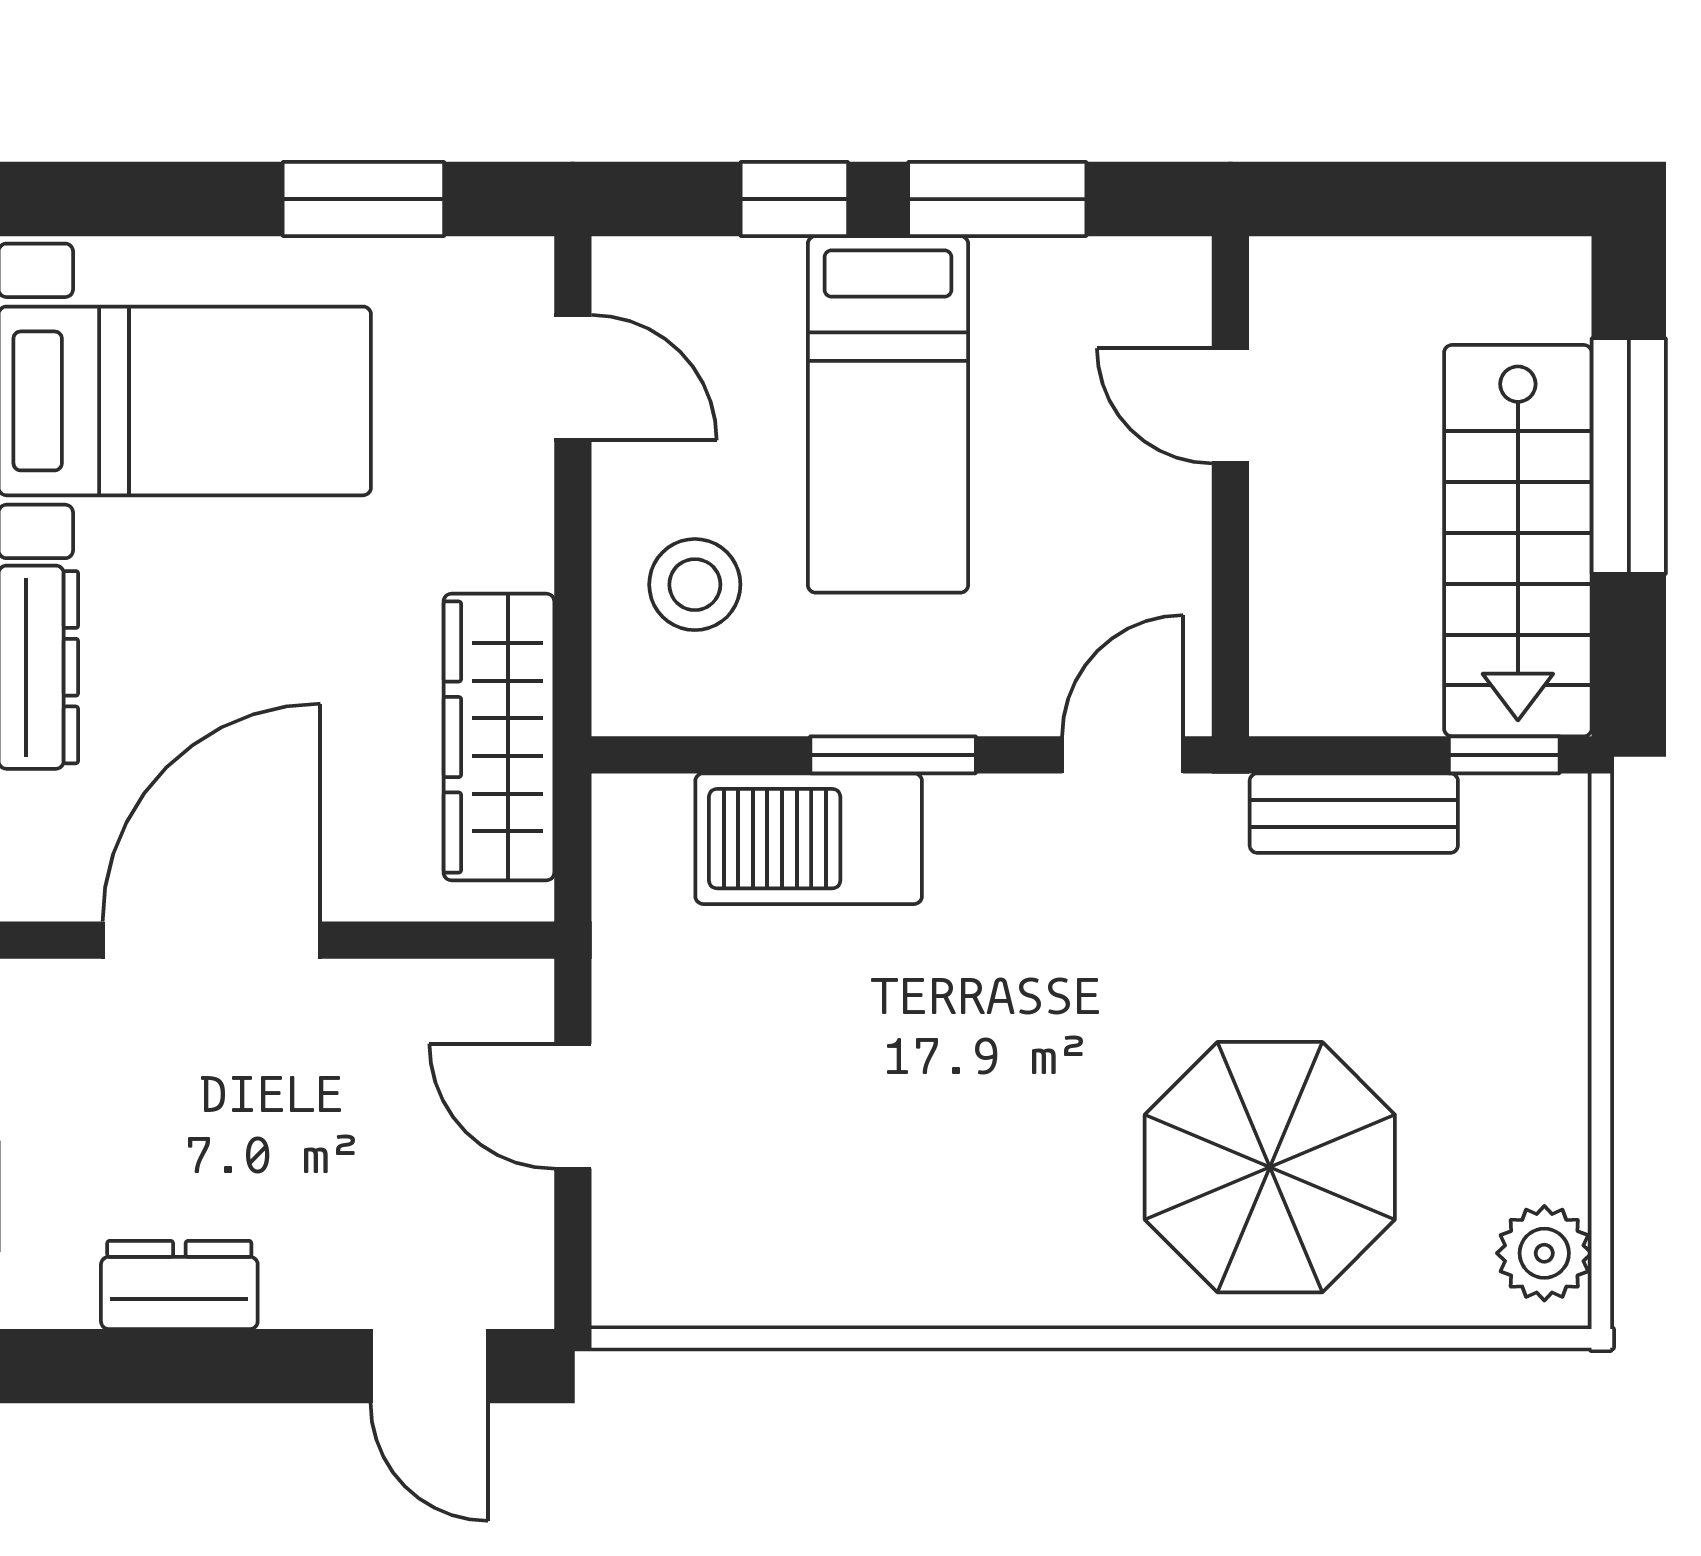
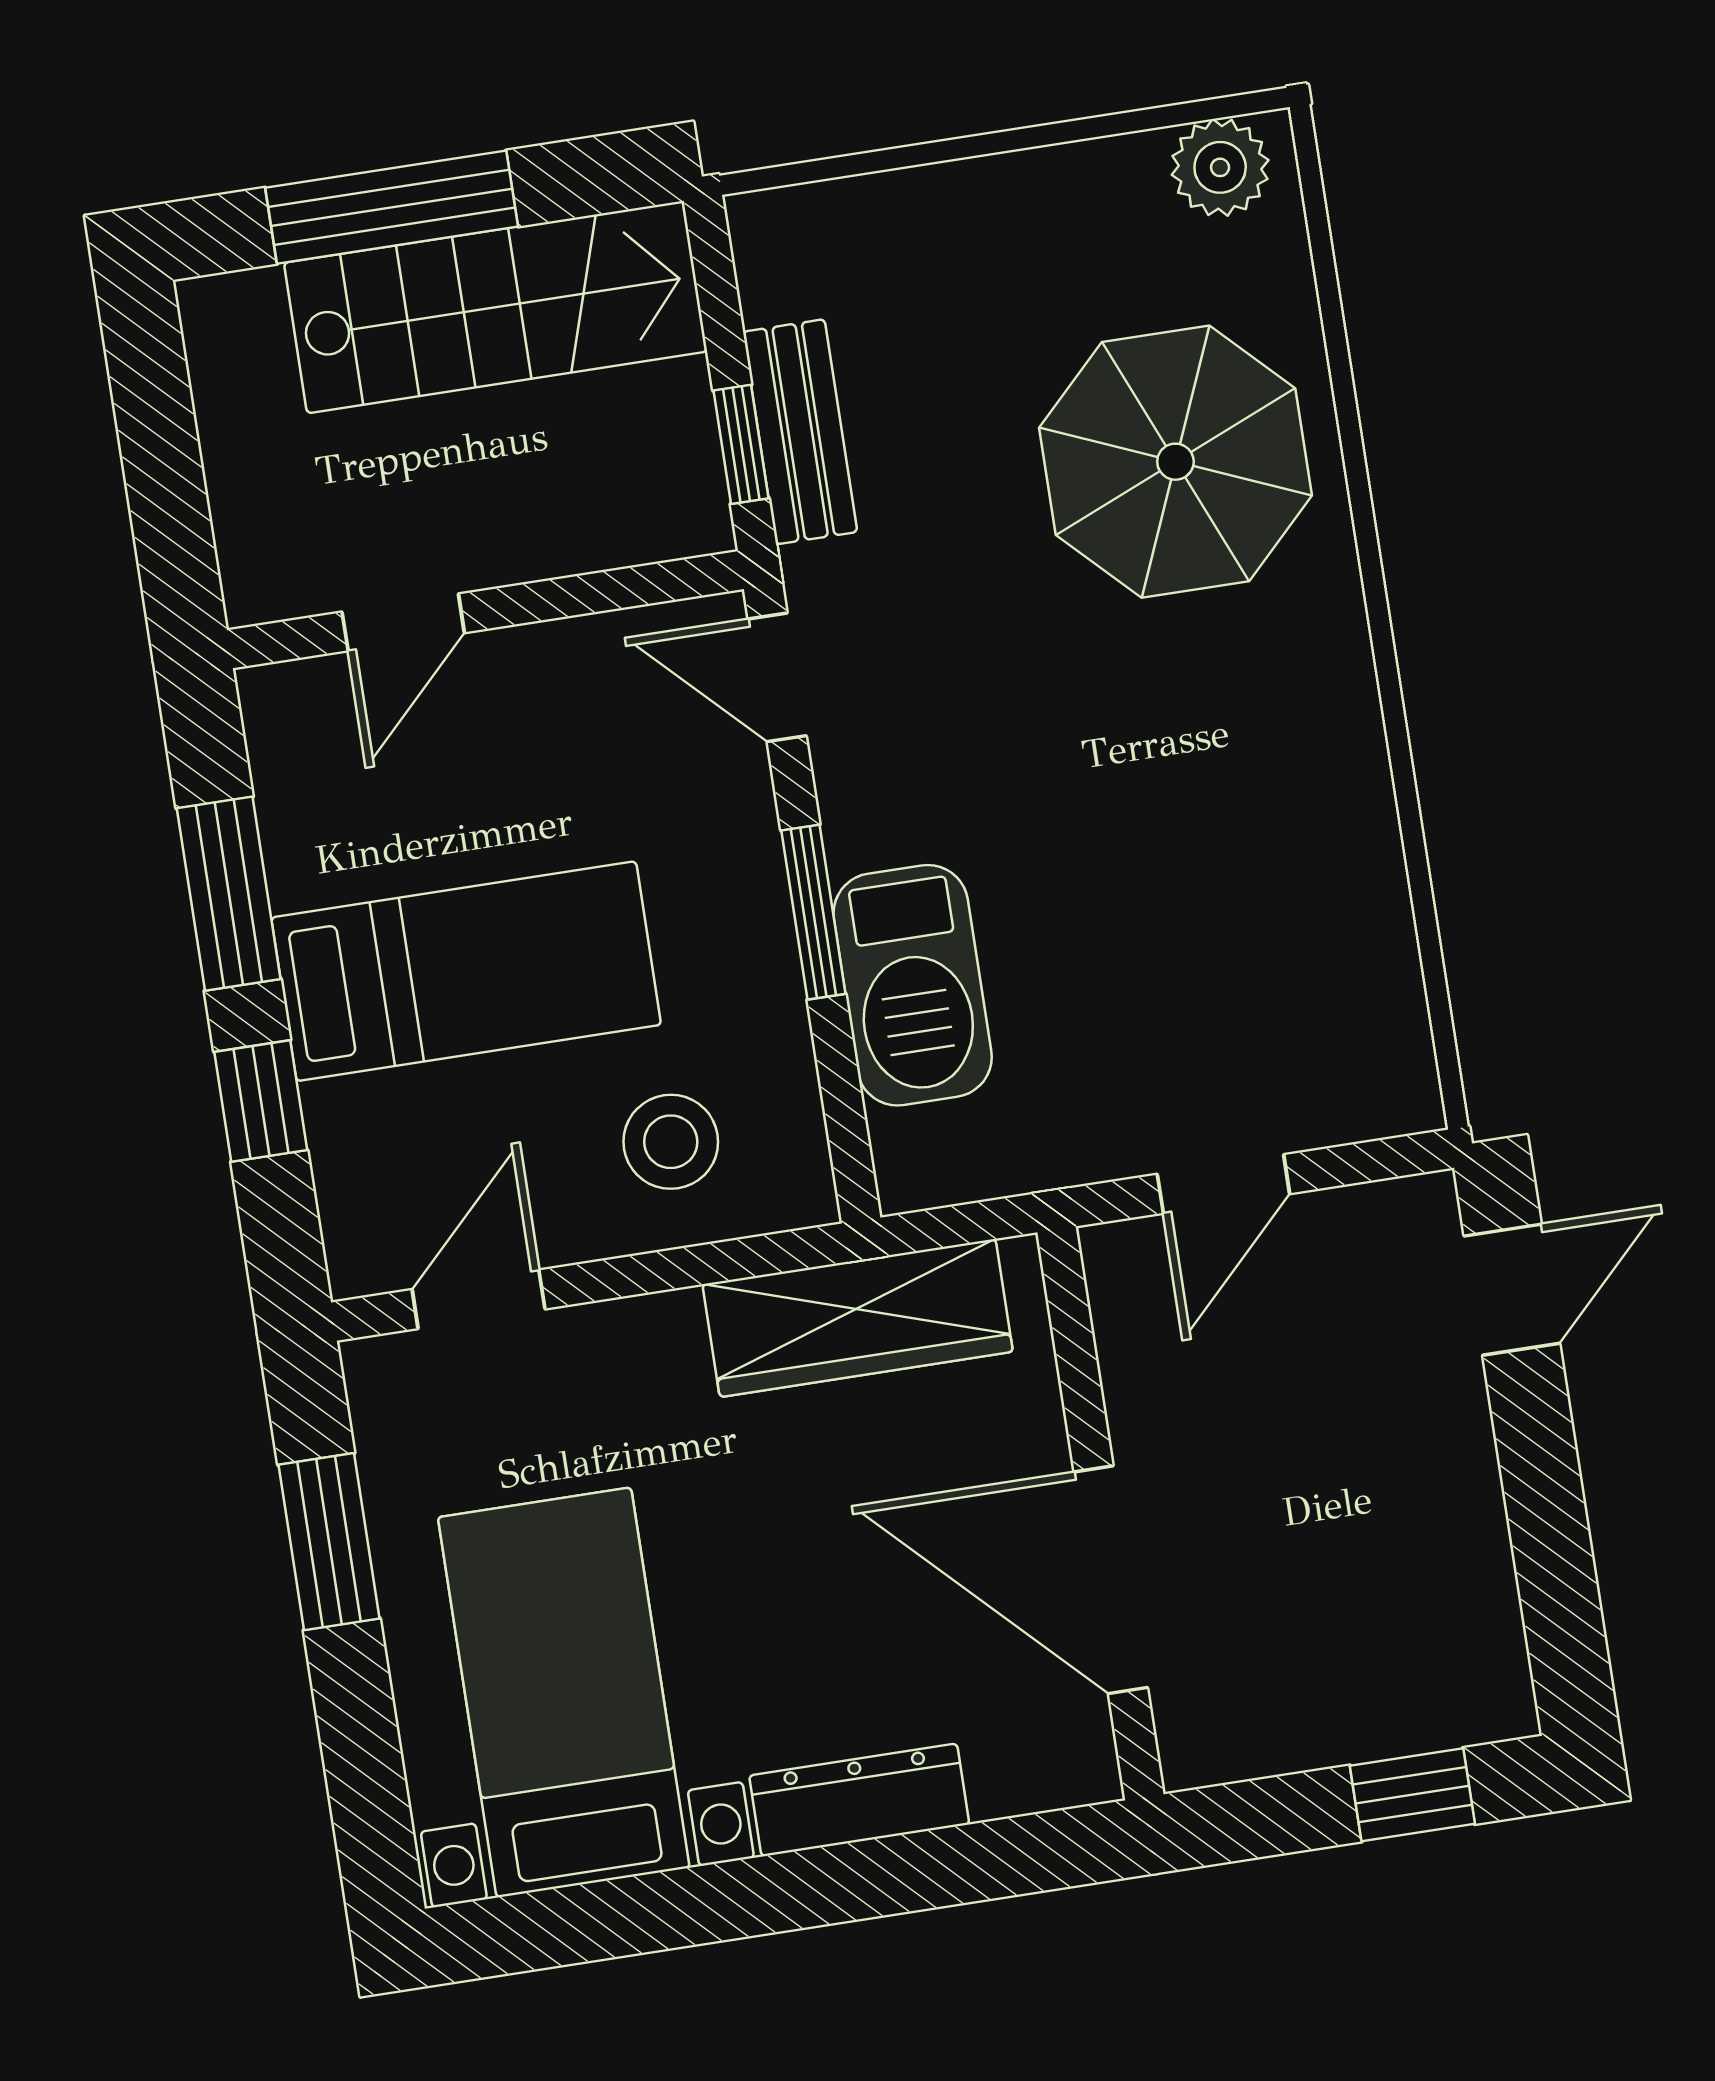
window: (1504, 755) -> (741, 444), moved
dresser: (179, 1285) -> (1469, 1558), removed

